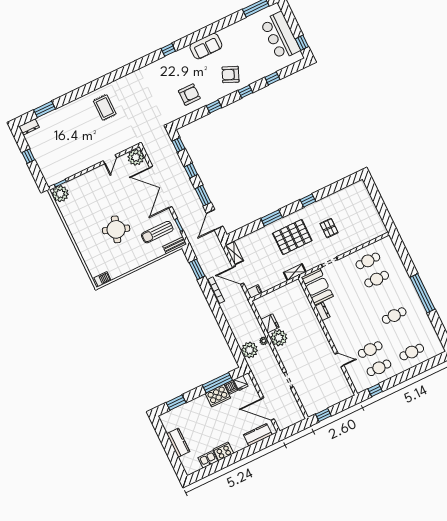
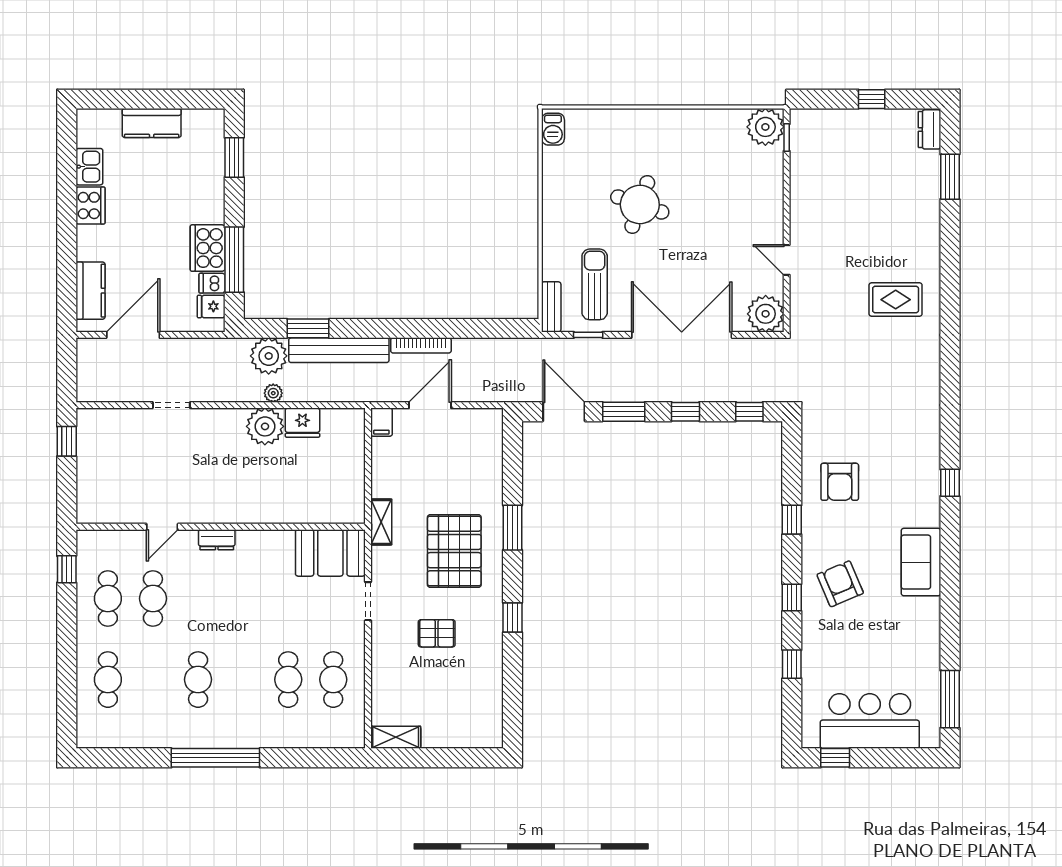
armchair: (230, 75) -> (840, 584), turned -46
shelving: (234, 253) -> (396, 737), moved
window: (197, 269) -> (308, 328), moved
dresser: (323, 311) -> (217, 540), moved
bench: (234, 323) -> (339, 350), added

